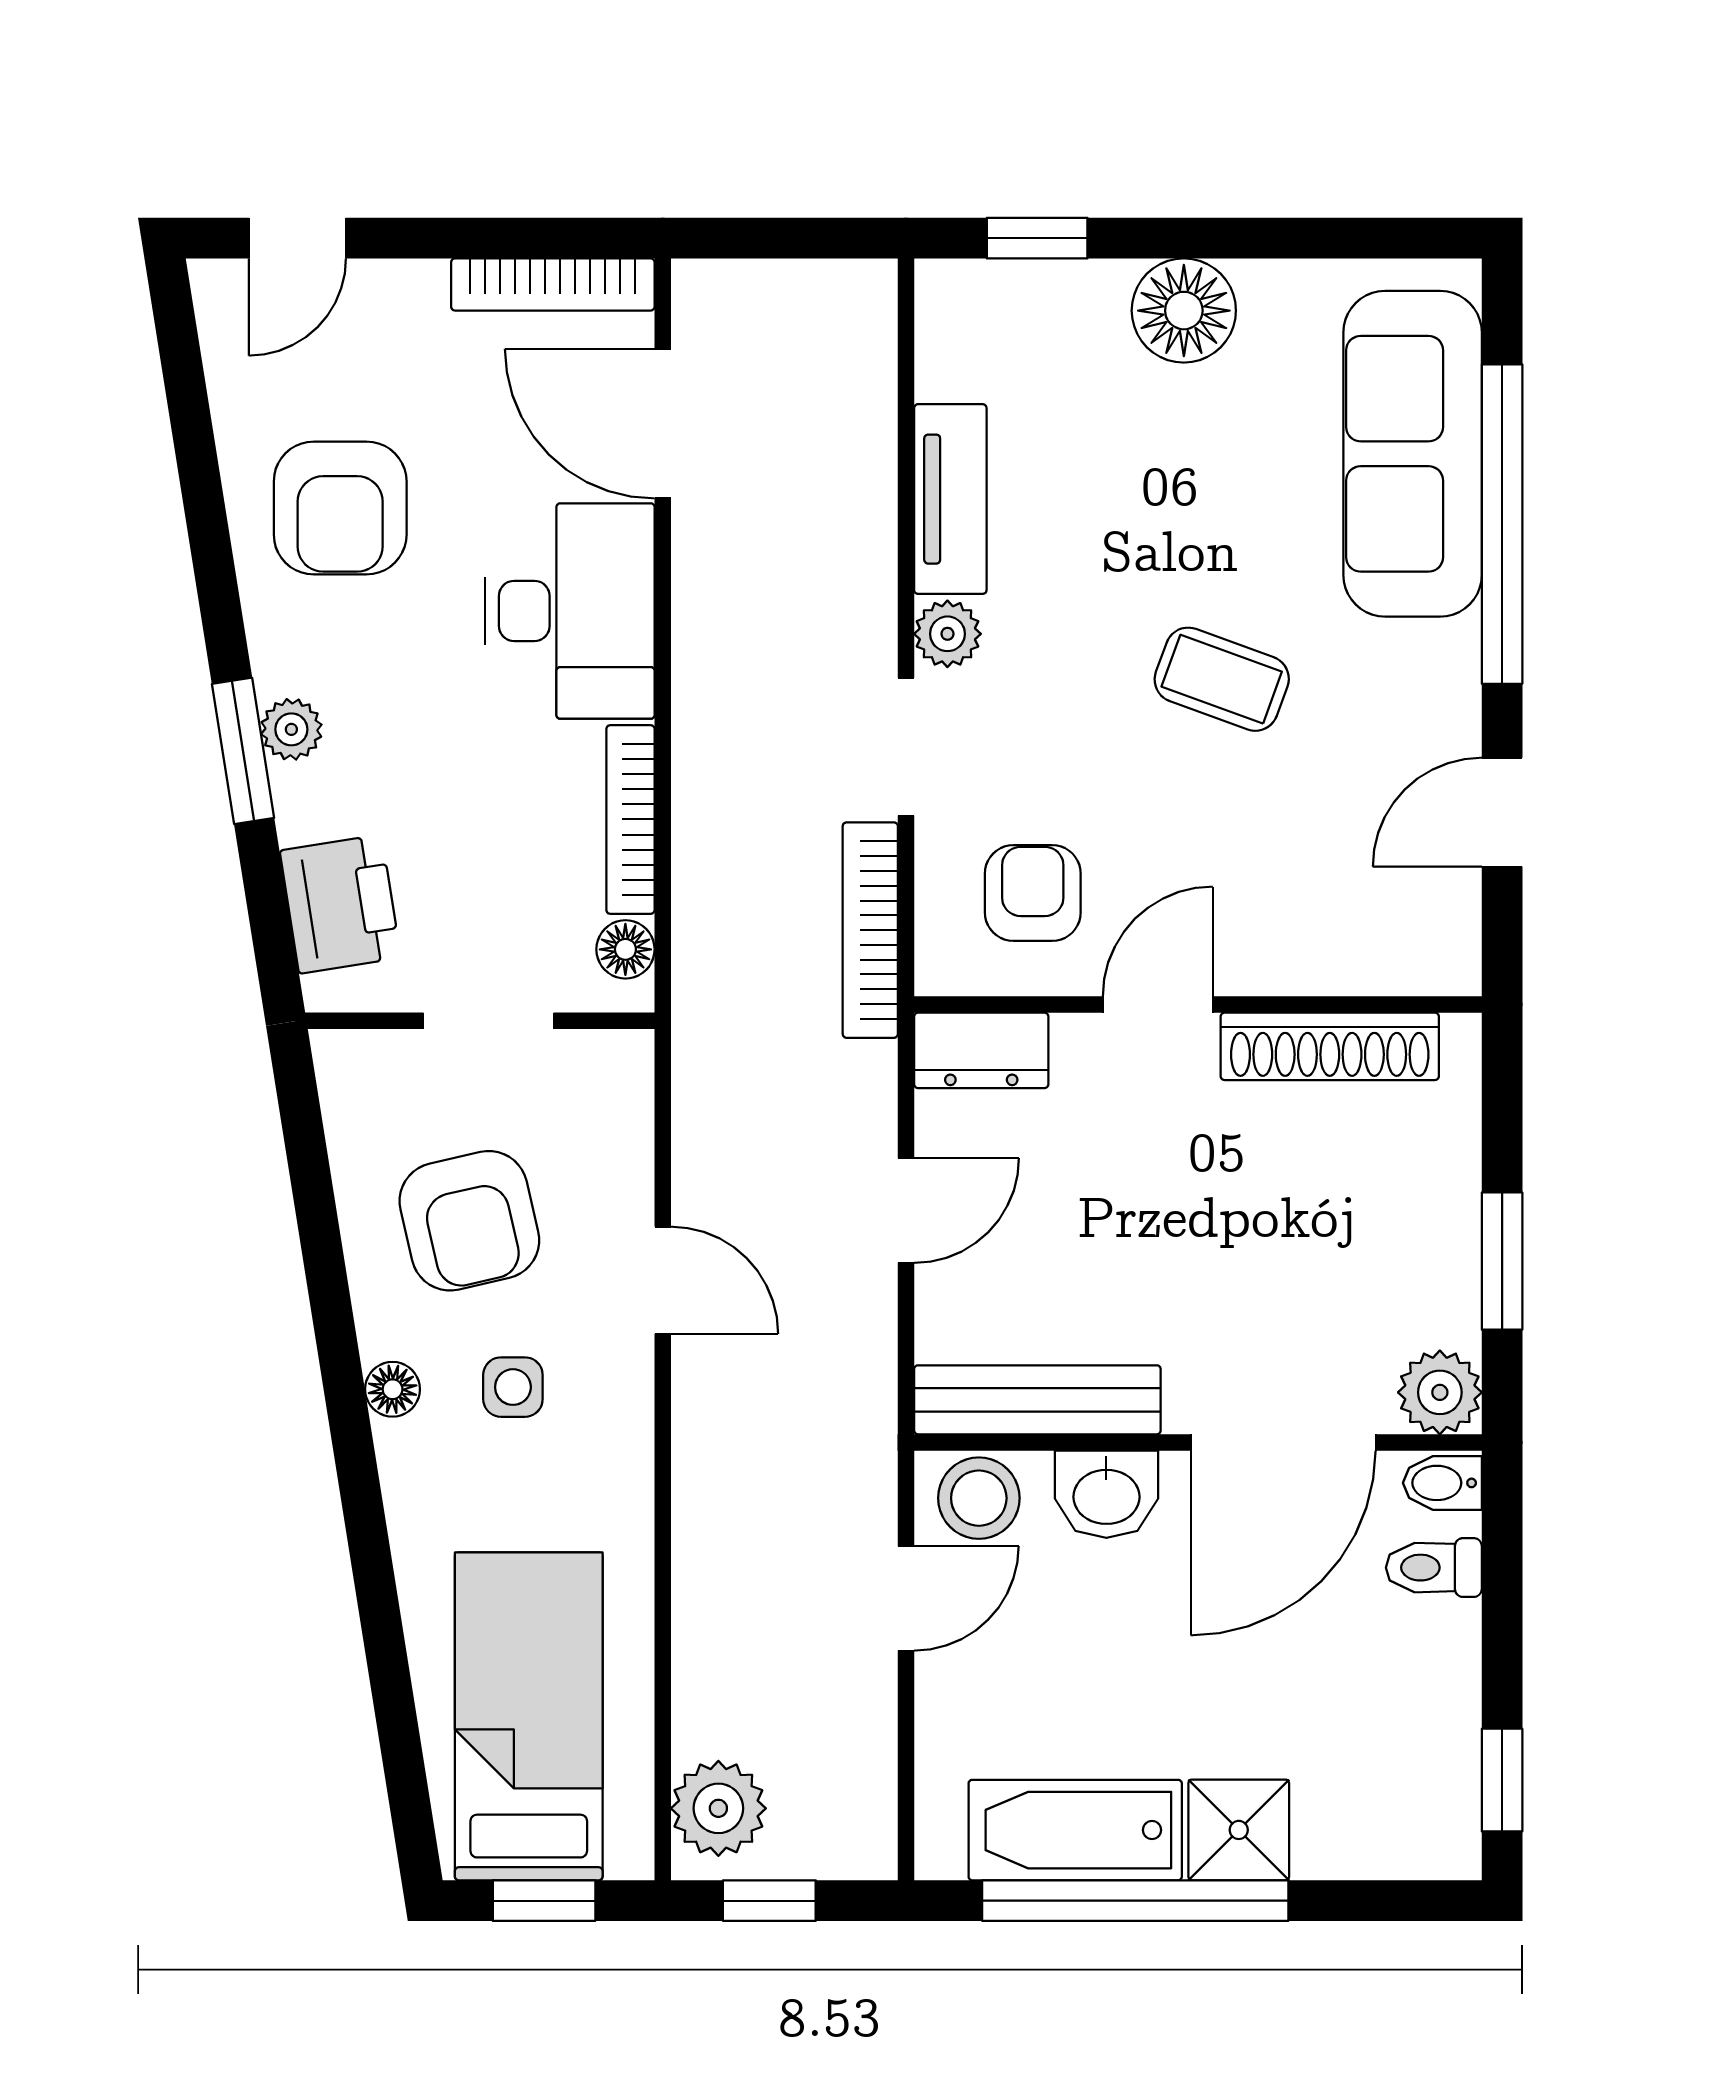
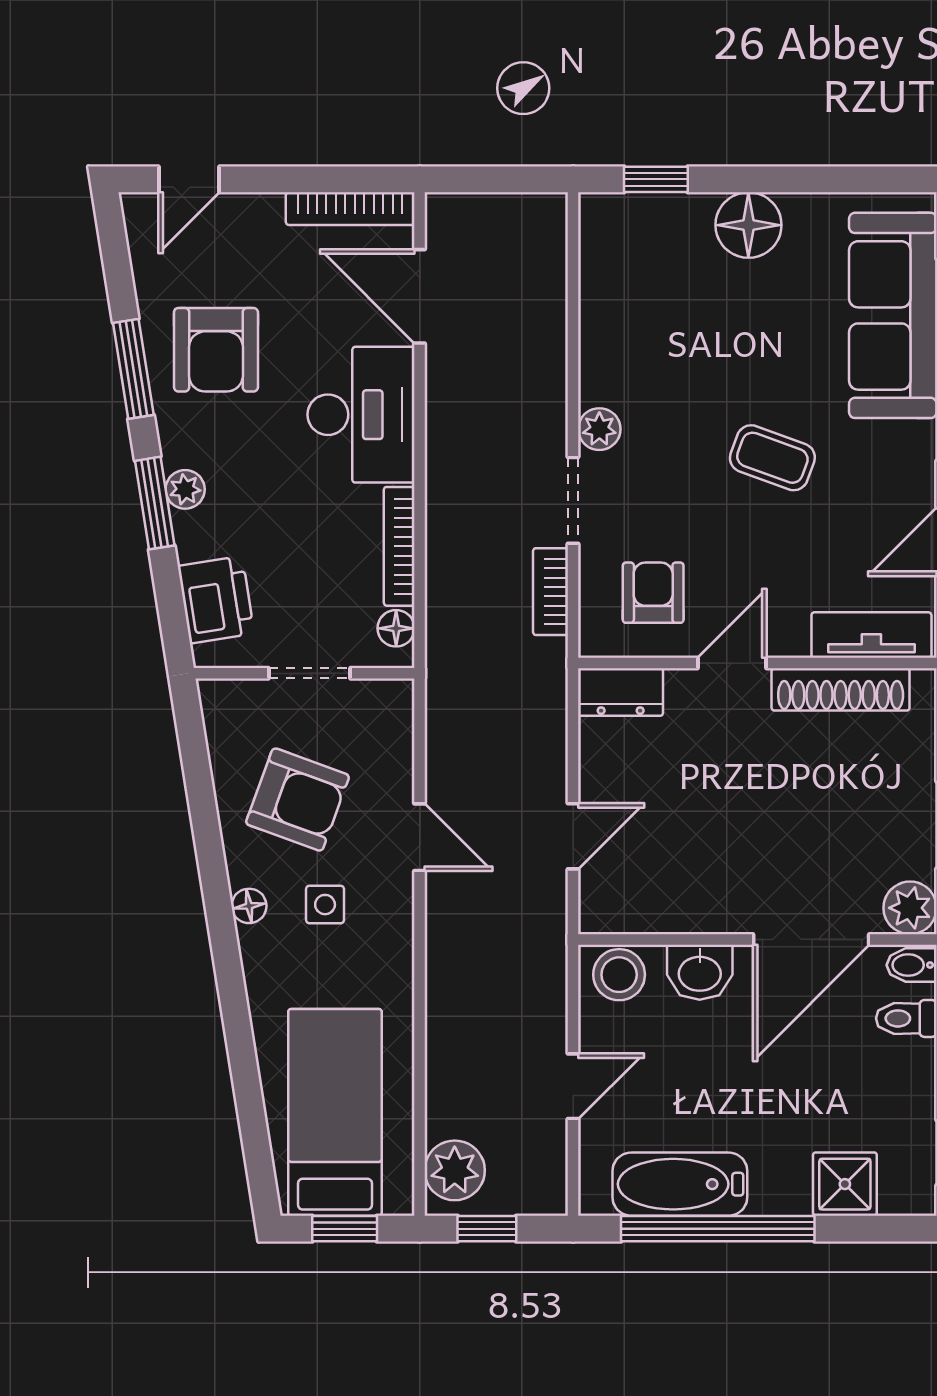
tv unit: (950, 499) -> (871, 635), moved, turned -90
window: (209, 538) -> (133, 369), added
bookcase: (870, 930) -> (551, 592), width x0.64
door: (906, 1211) -> (573, 836), moved
armchair: (469, 1221) -> (298, 800), turned -57
bench: (1037, 1400) -> (656, 913), removed
door: (906, 1598) -> (573, 1086), moved
shower: (1239, 1830) -> (845, 1184), moved

